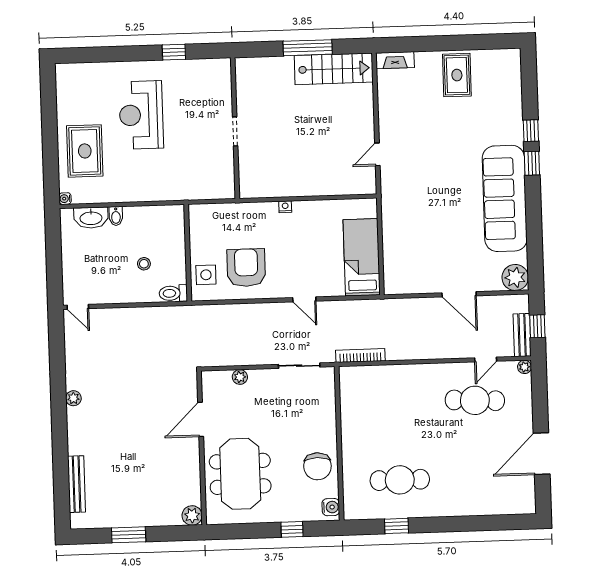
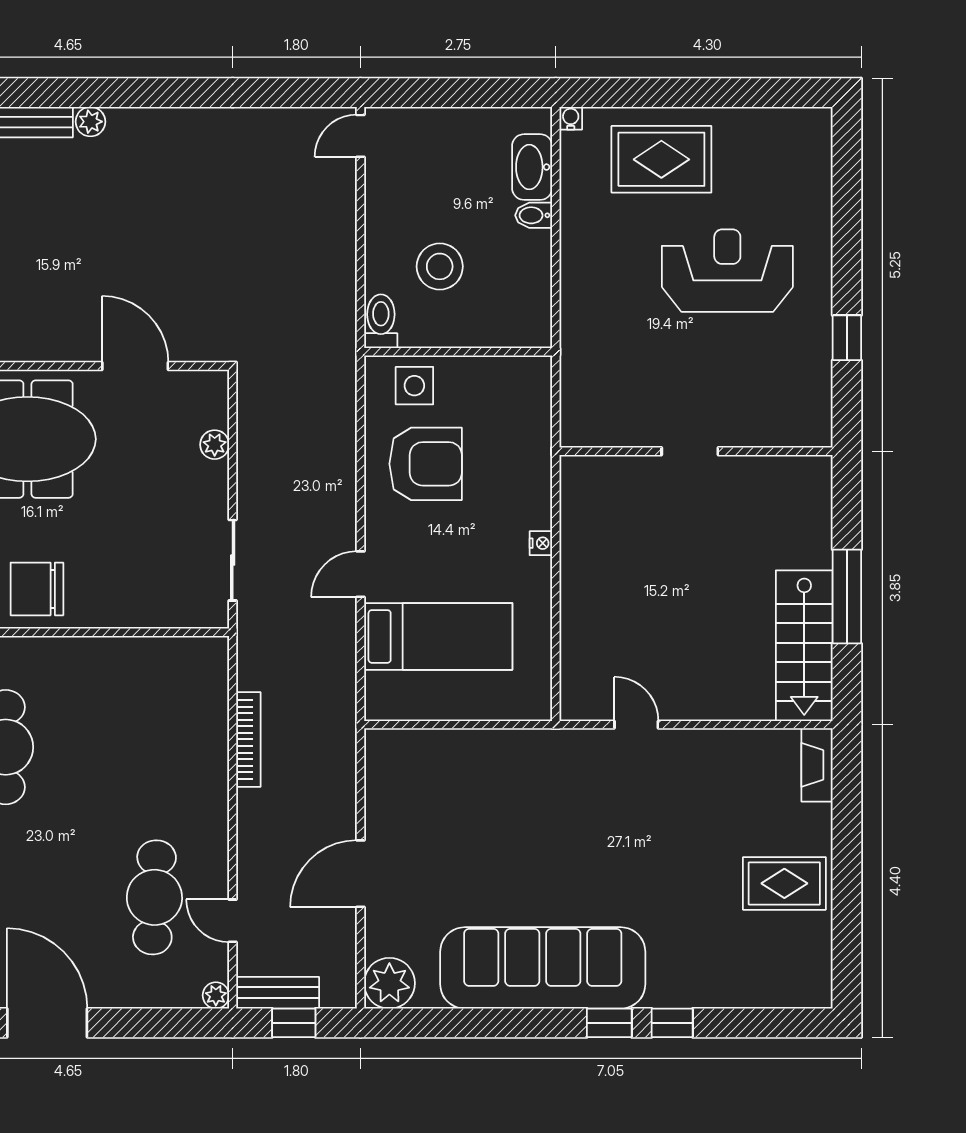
bed: (362, 257) -> (438, 636), moved
stool: (144, 264) -> (440, 266), width x1.89, depth x1.89
bookcase: (360, 356) -> (248, 739), moved
plant: (73, 398) -> (90, 122), moved

